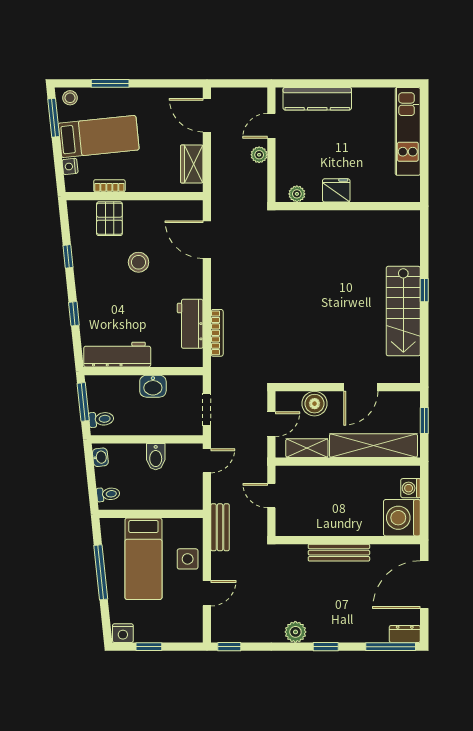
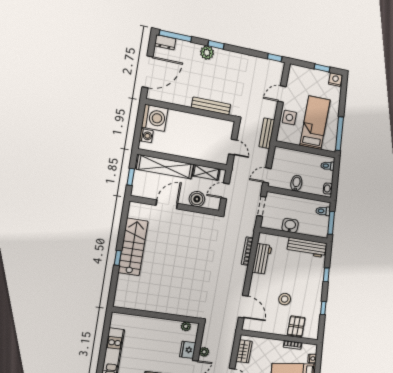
fridge: (336, 190) -> (188, 350), moved, turned 90
bench: (339, 553) -> (211, 106), moved
window: (101, 572) -> (339, 134), moved
plant: (295, 632) -> (207, 53), moved

